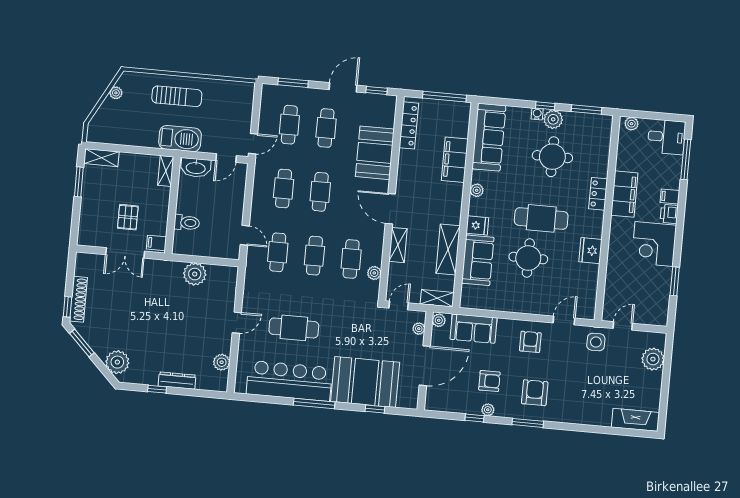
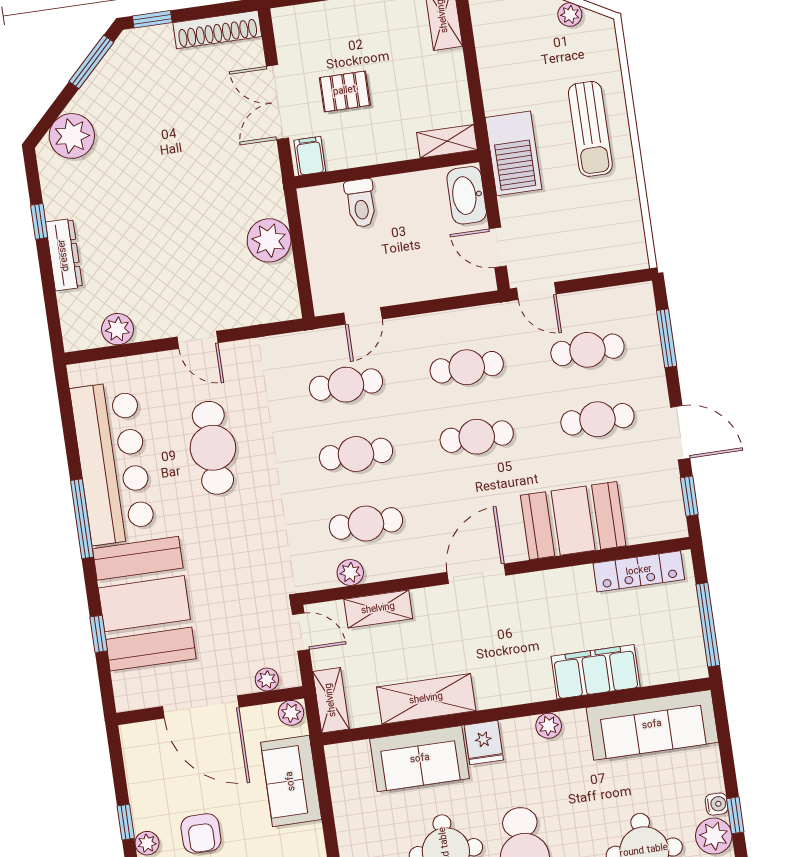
shelving: (398, 245) -> (378, 609), moved
shoe rack: (78, 299) -> (217, 30), moved

